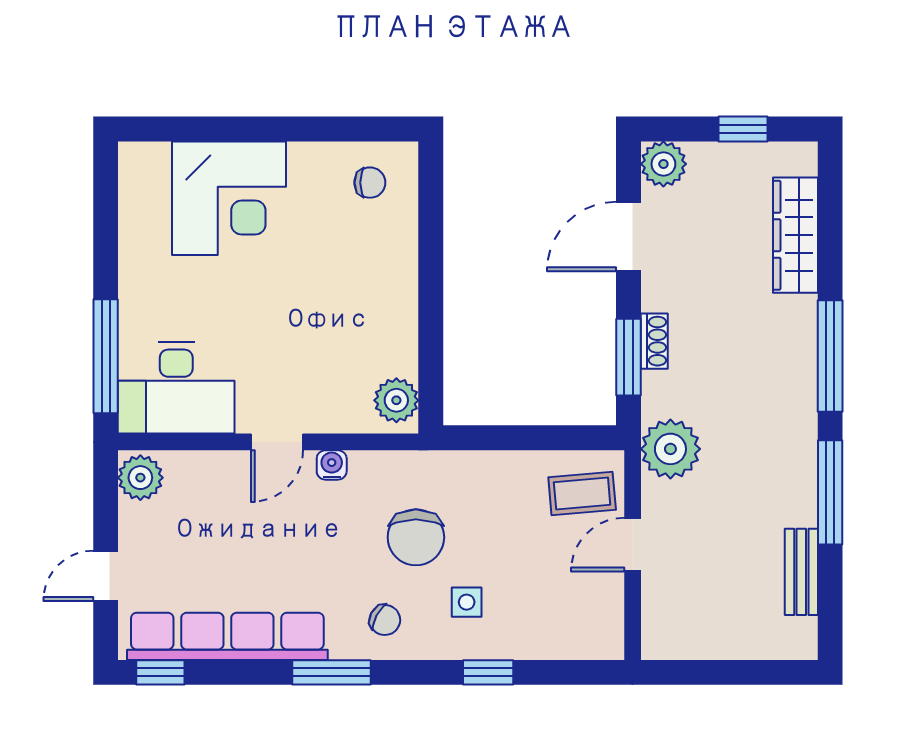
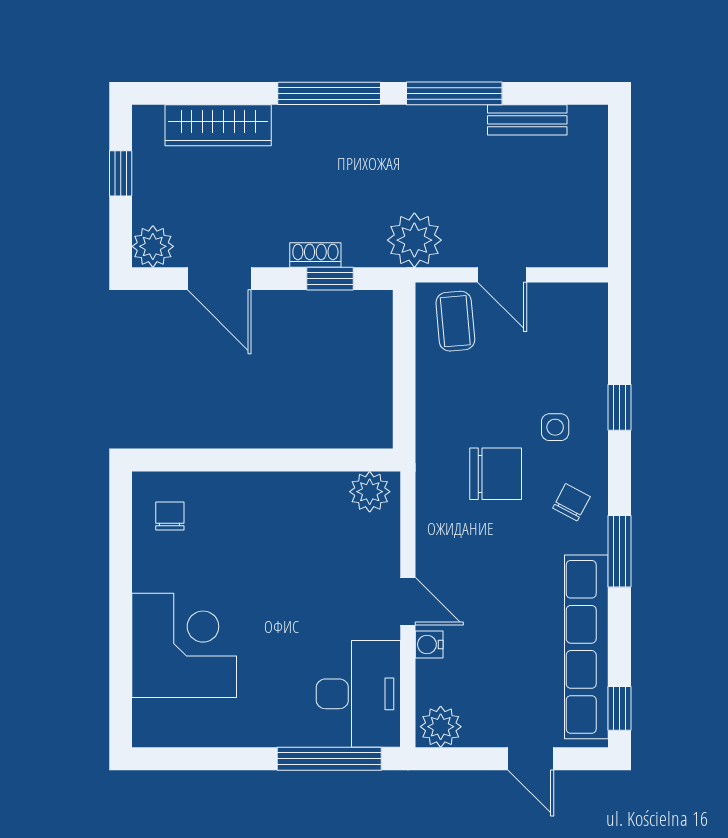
window: (628, 357) -> (330, 279), width x0.67
water cooler: (332, 465) -> (429, 644), moved

